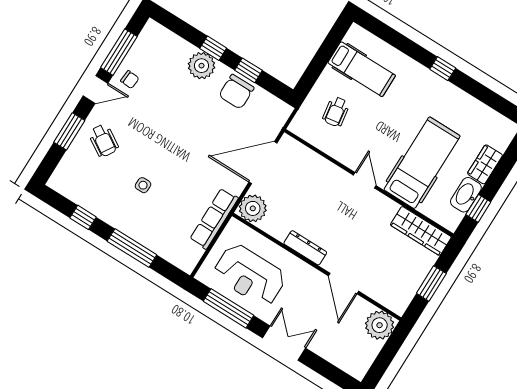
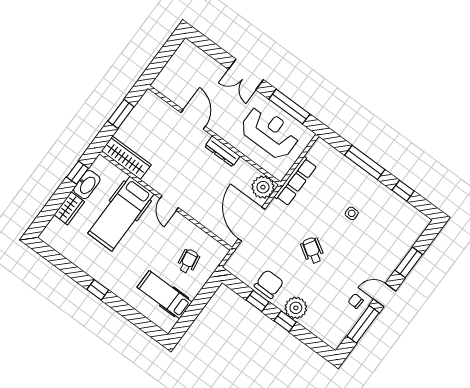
wheelchair: (103, 141) -> (312, 250), moved
door: (263, 163) -> (252, 224), swing flipped
plant: (380, 325) -> (166, 83), removed

